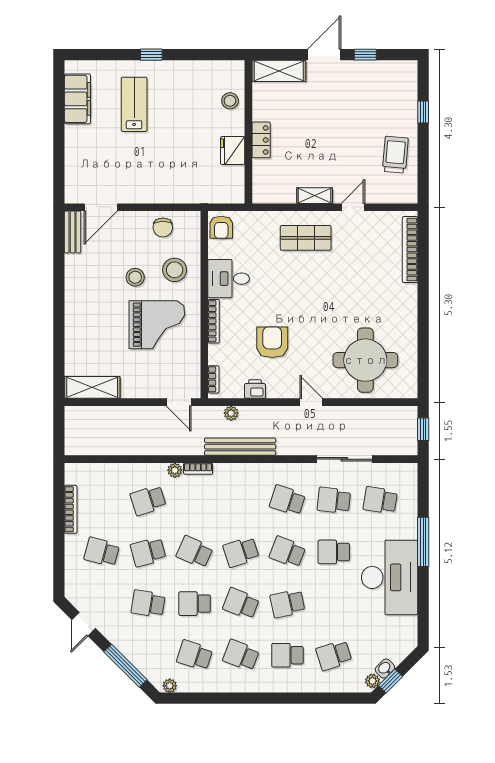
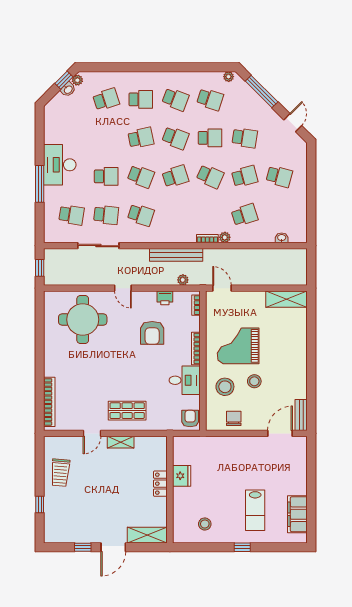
stool: (230, 101) -> (205, 524), moved
washbasin: (99, 470) -> (282, 238), added
bookcase: (71, 509) -> (302, 208), removed
desk: (390, 577) -> (60, 165), width x0.73, depth x0.77

